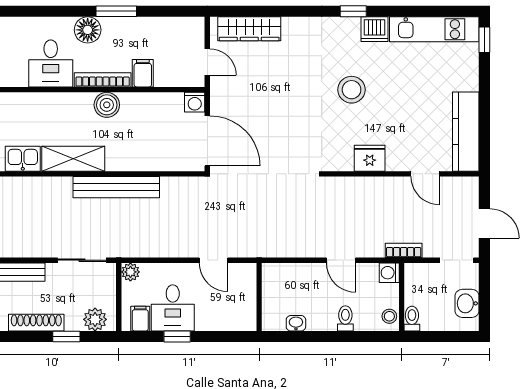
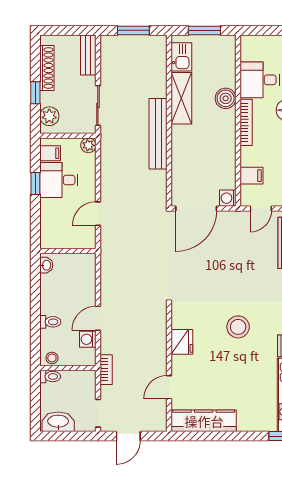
filing cabinet: (143, 73) -> (252, 176), moved
boiler: (107, 105) -> (226, 98), moved
washing machine: (389, 273) -> (88, 339), moved, turned -90
washbasin: (467, 303) -> (58, 422), width x1.38
washbasin: (296, 323) -> (46, 265), moved

